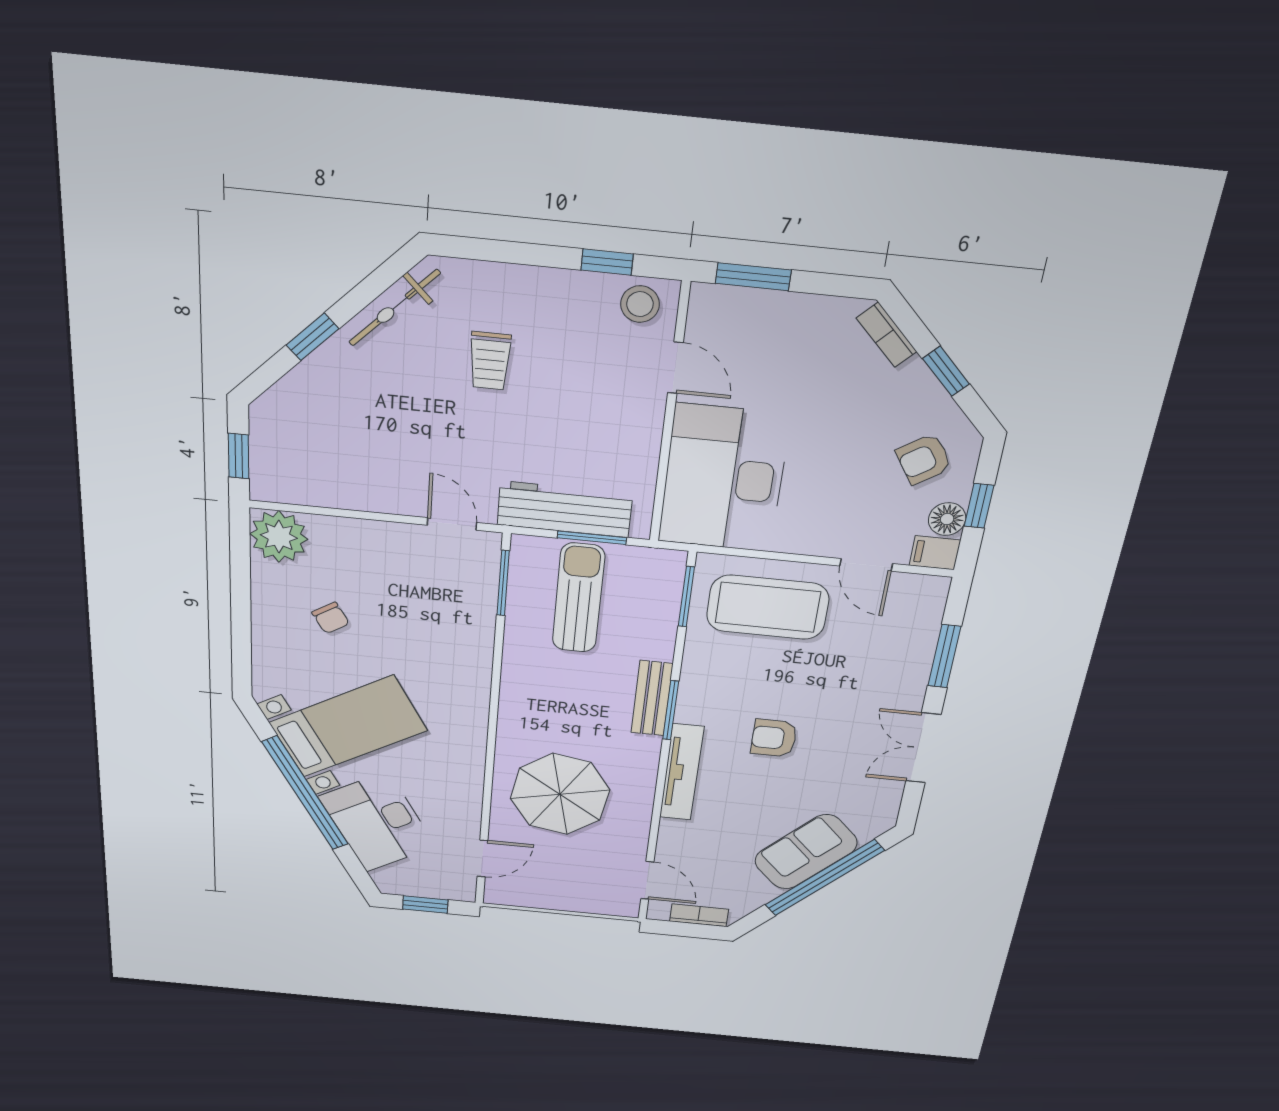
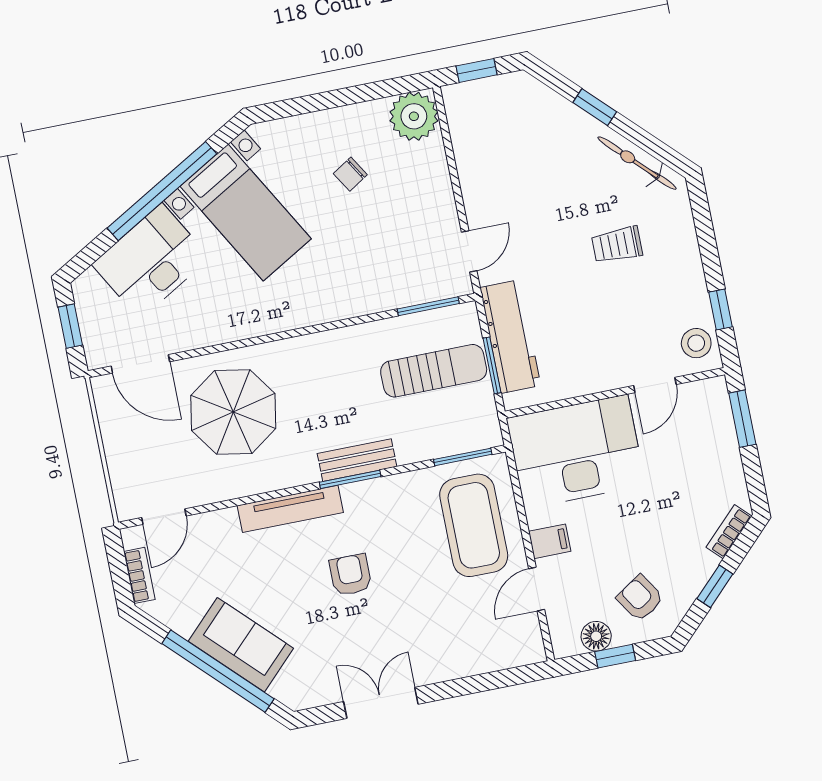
filing cabinet: (935, 553) -> (550, 541), moved, turned 90
window: (944, 656) -> (474, 684), removed
door: (483, 858) -> (140, 364), width x1.38

